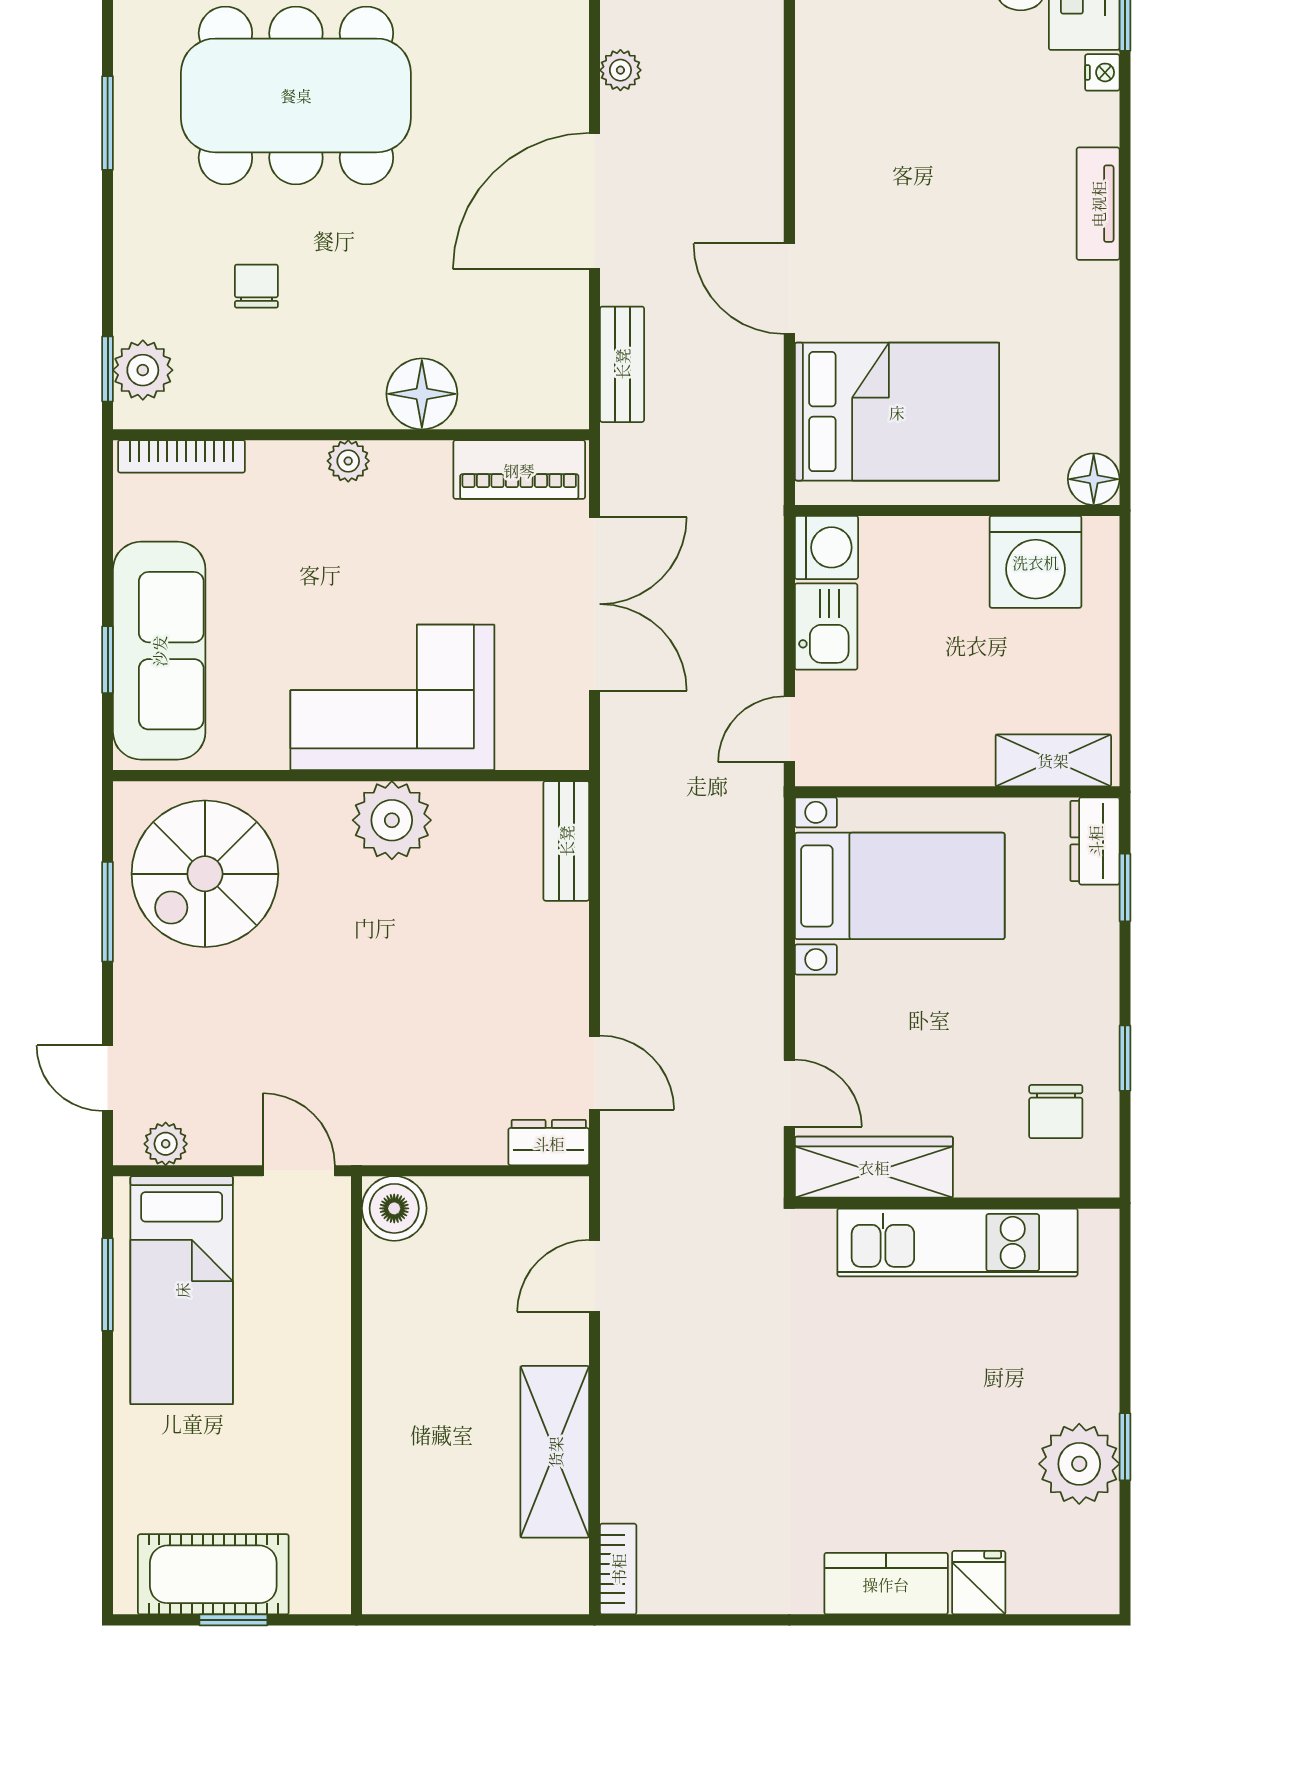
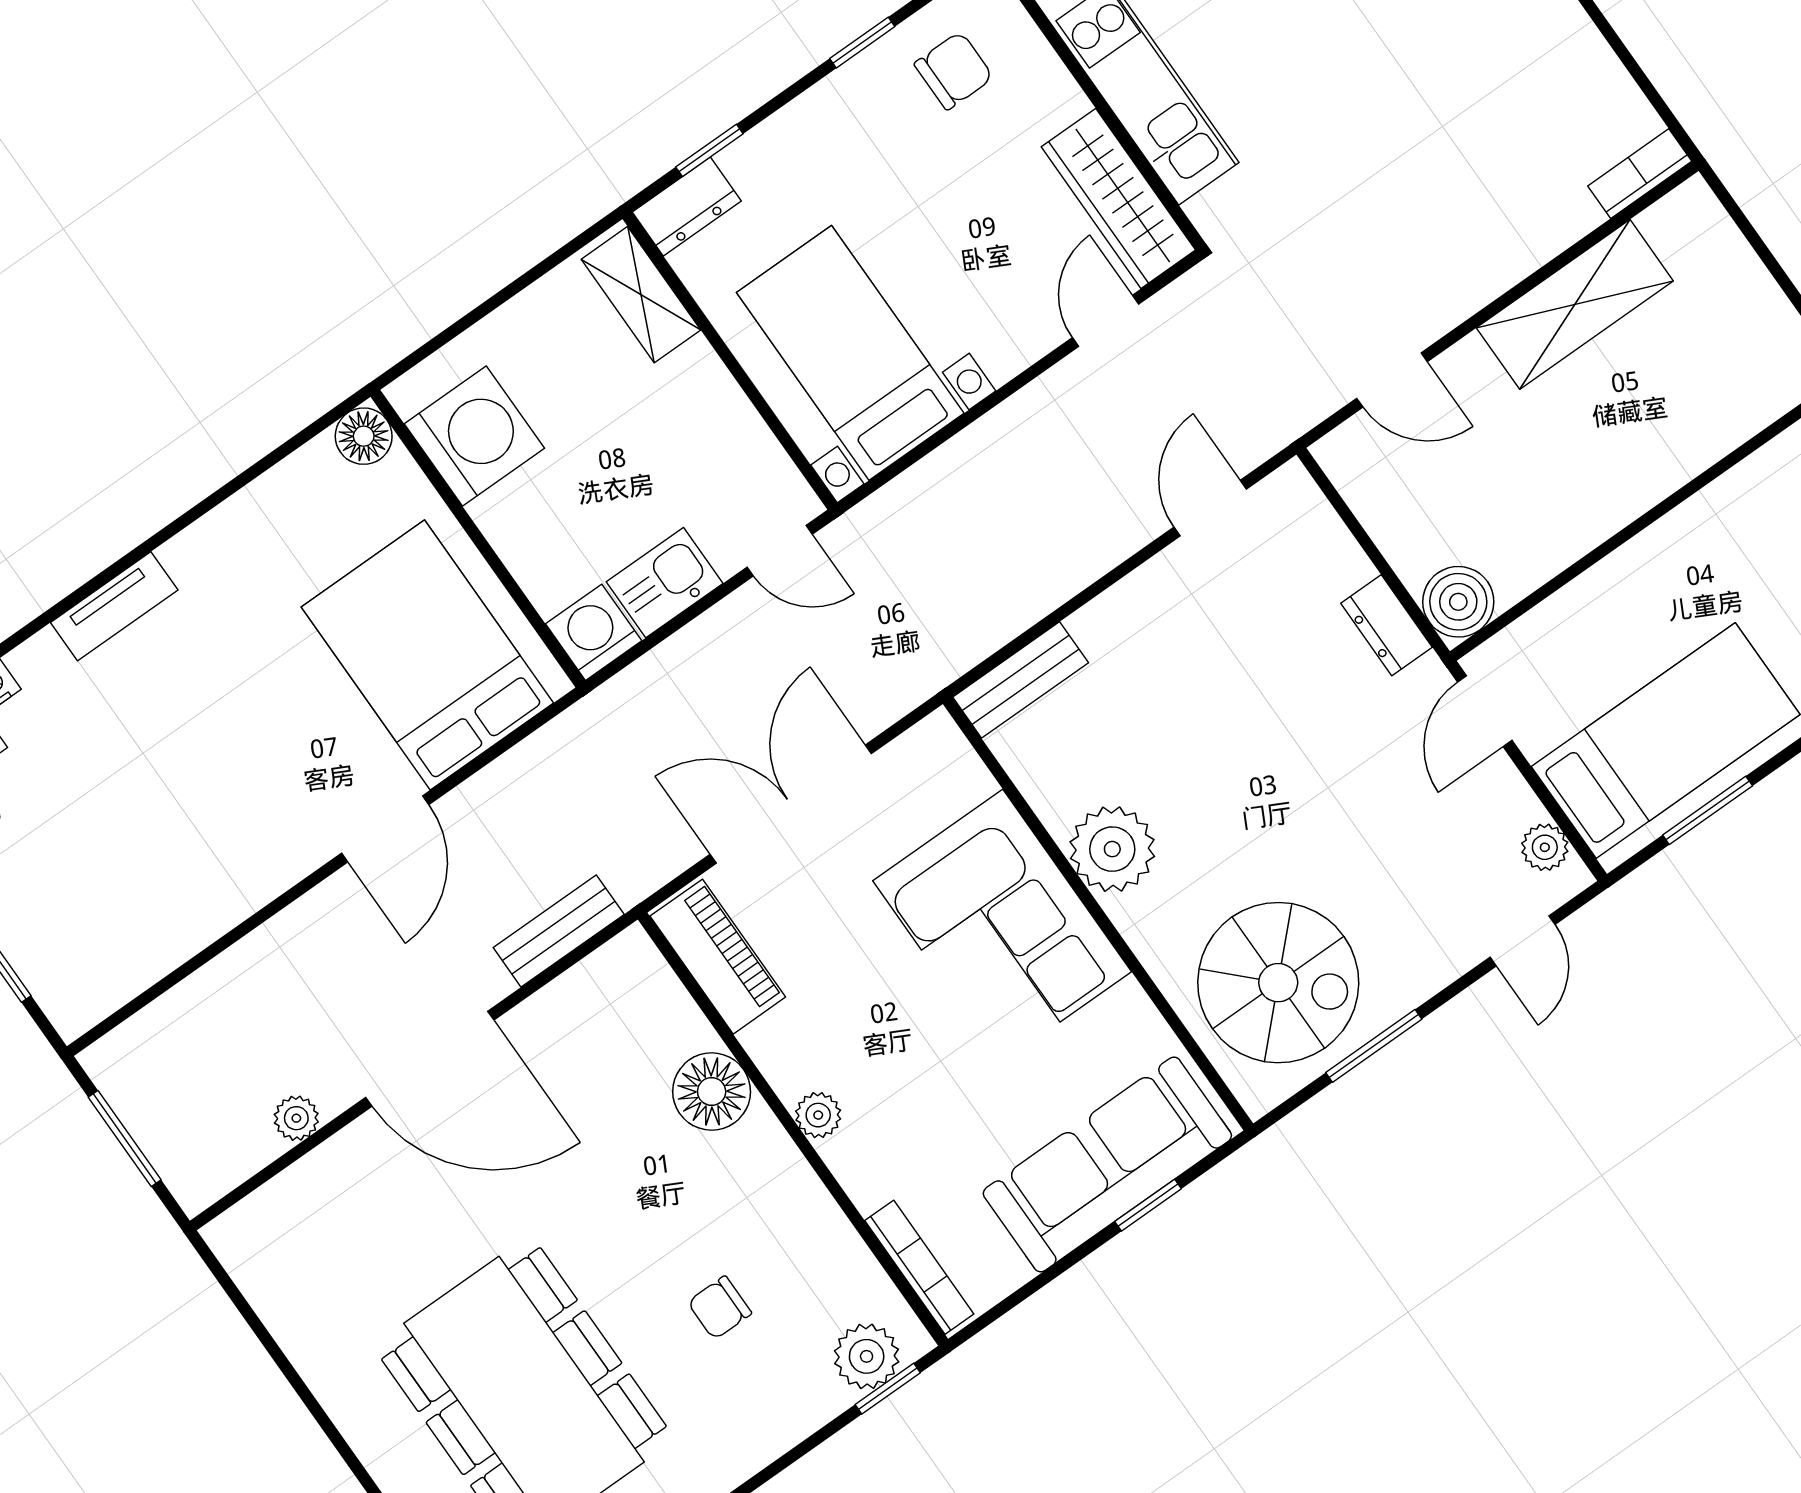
dresser: (549, 1143) -> (1386, 625), moved

